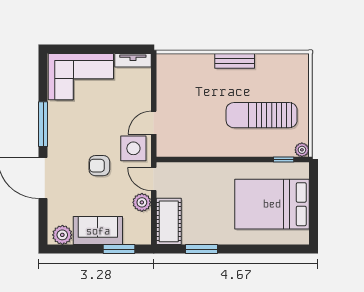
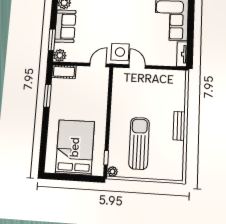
armchair: (99, 166) -> (109, 29), removed
plant: (142, 202) -> (60, 55), moved
cot: (169, 221) -> (64, 72), width x0.73, depth x0.75

